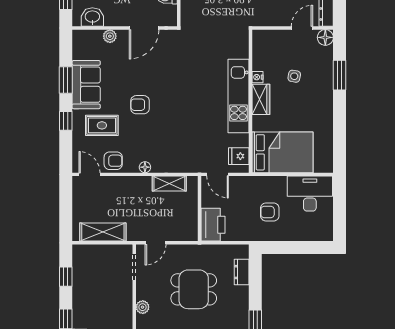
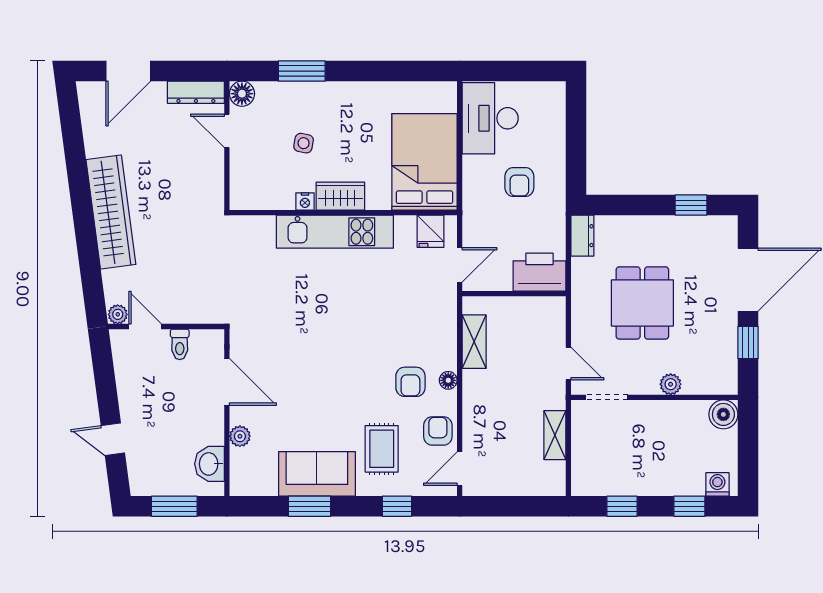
armchair: (140, 105) -> (410, 382), moved
window: (66, 121) -> (397, 506), moved
shelving: (103, 232) -> (555, 435), width x0.67, depth x0.75
dresser: (242, 272) -> (582, 236), moved, turned -90

